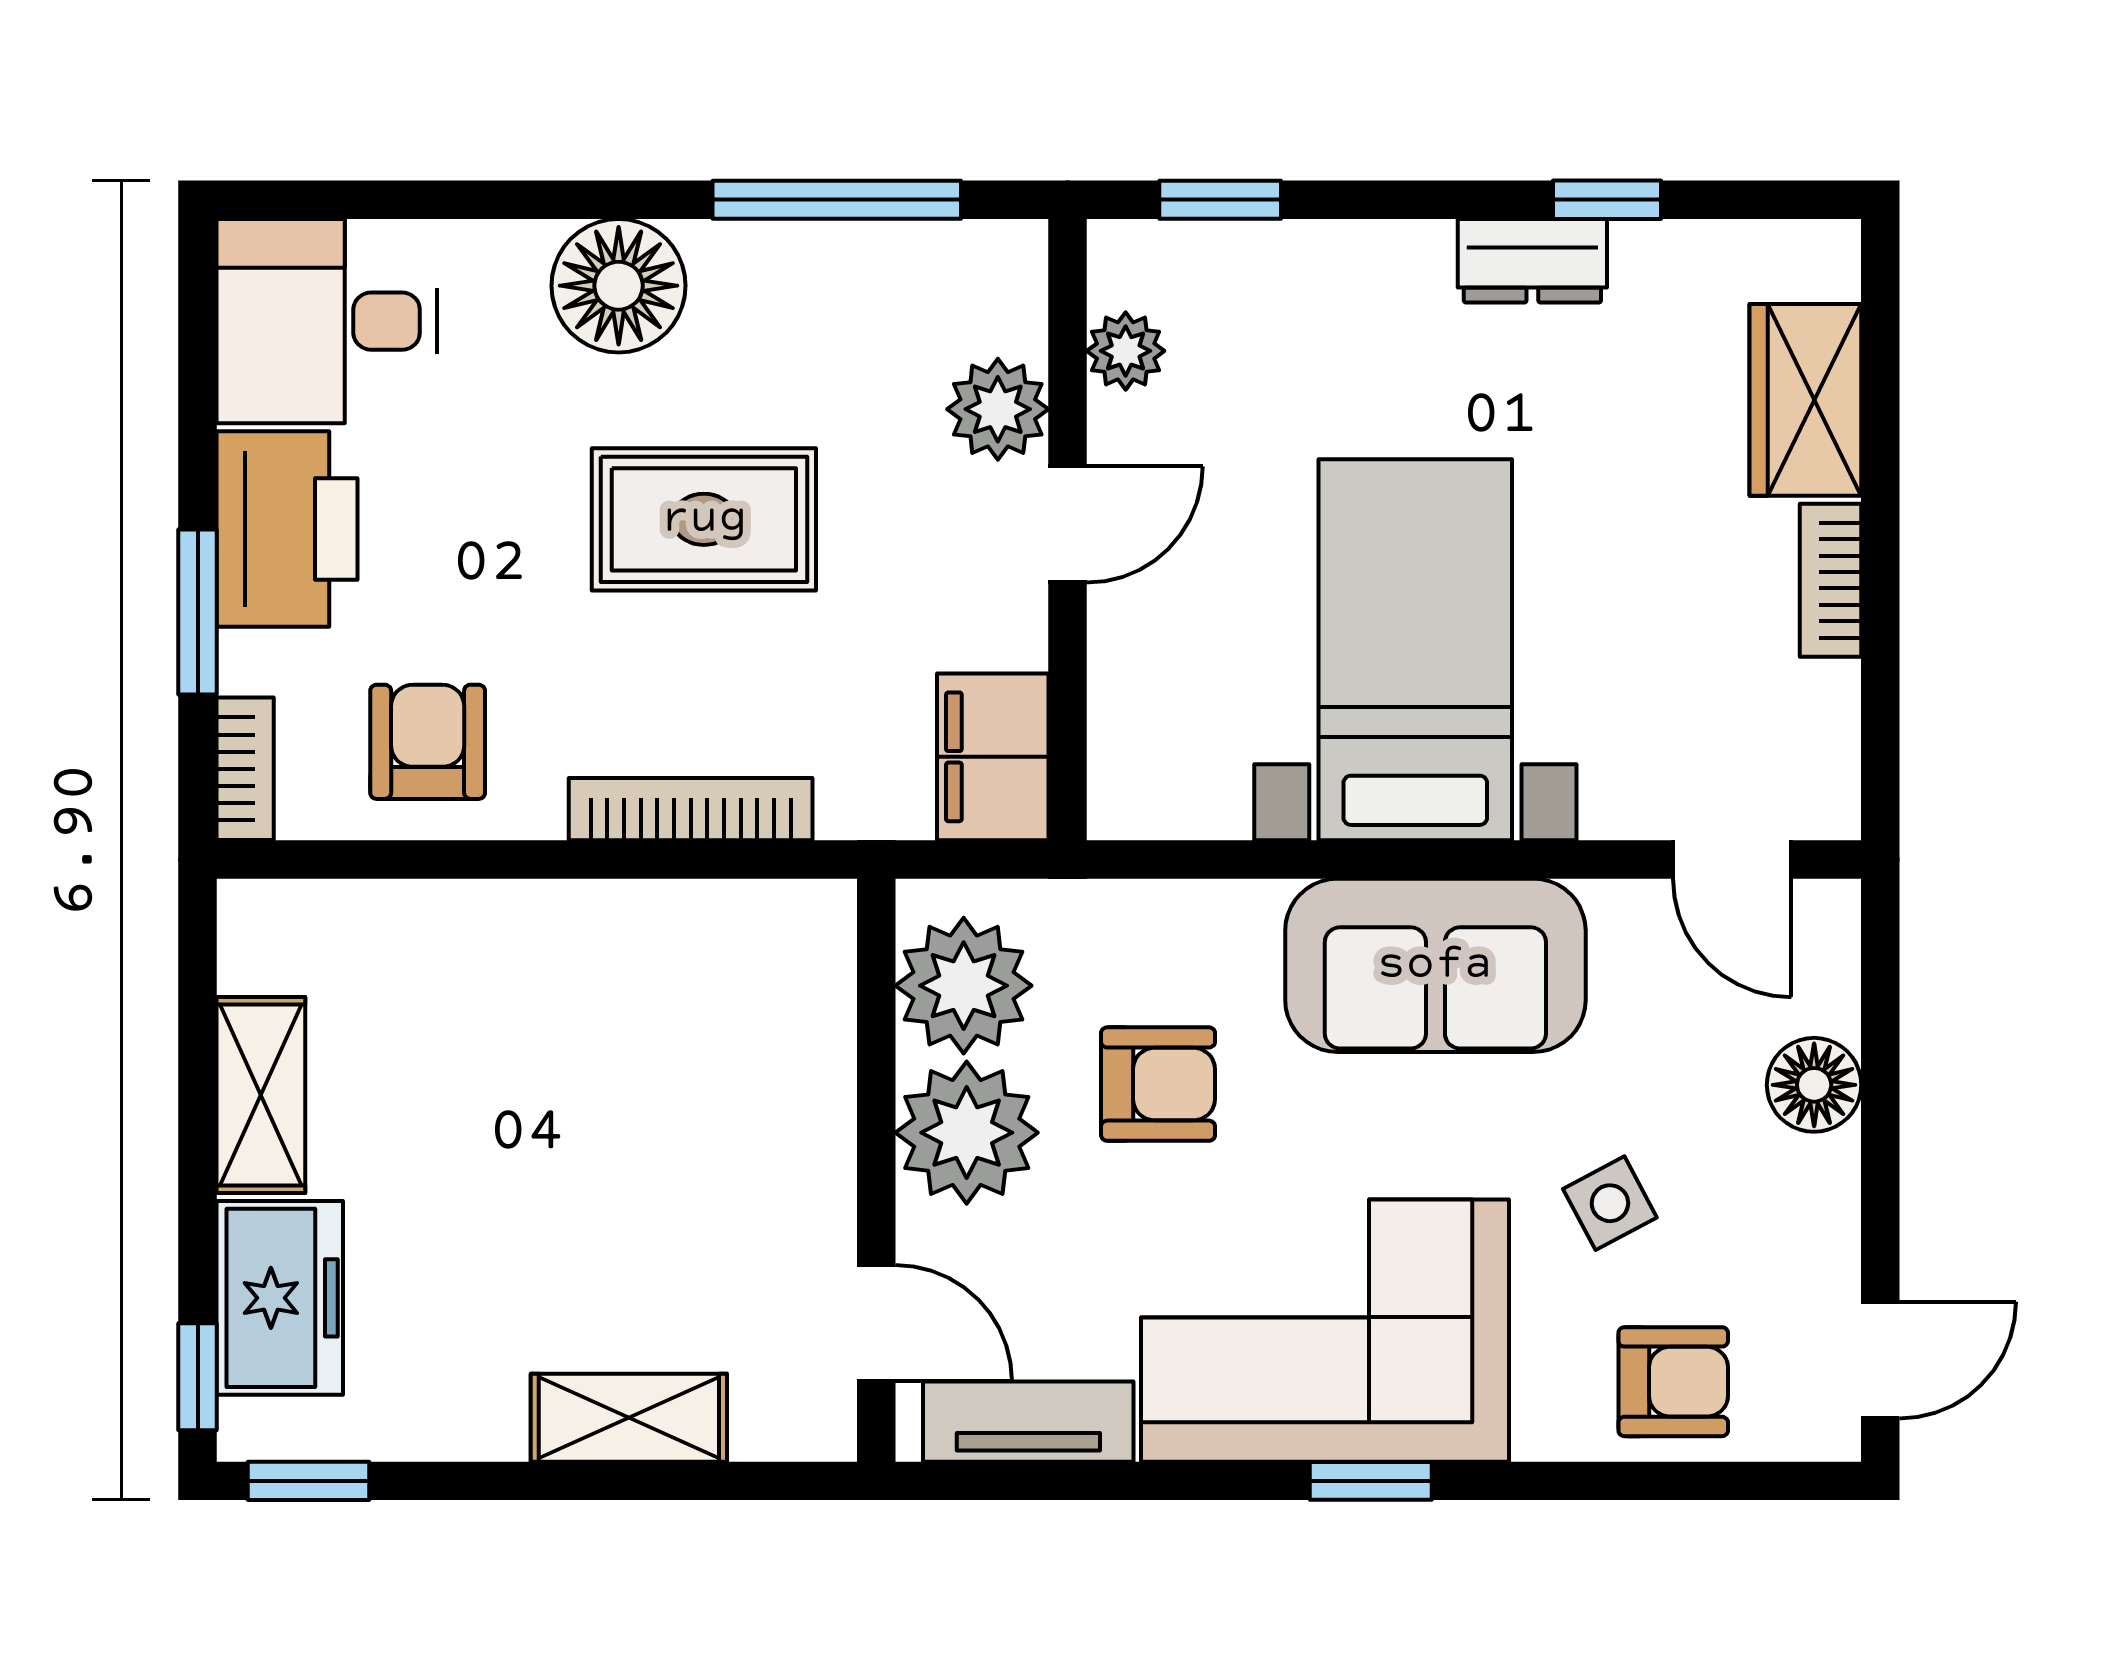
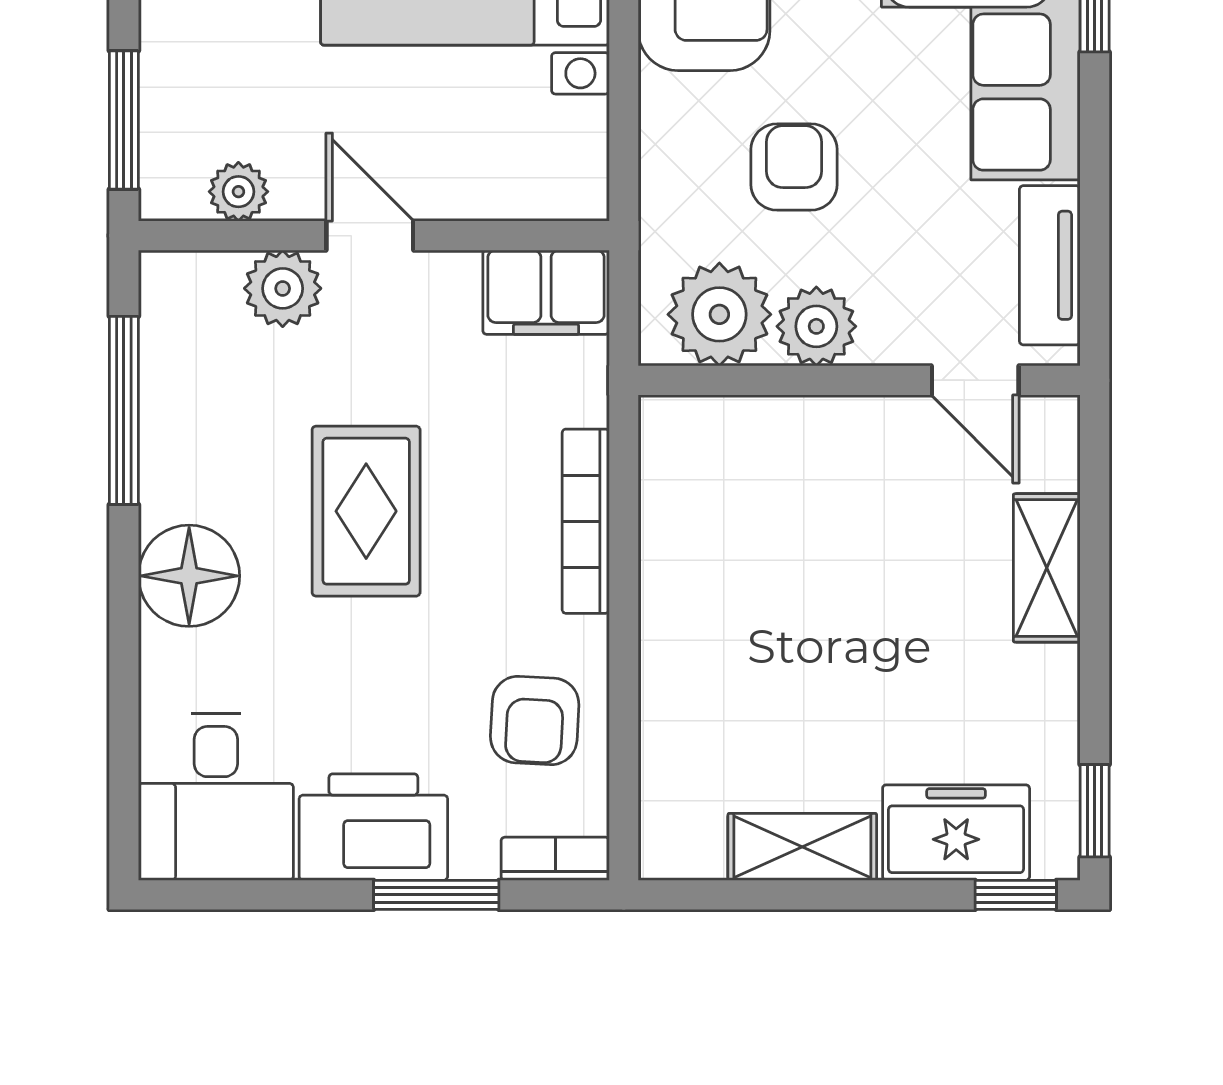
window: (1220, 200) -> (124, 120), width x1.50
armchair: (428, 742) -> (535, 720), turned -87
plant: (967, 1133) -> (816, 326), width x0.73, depth x0.73
door: (876, 1323) -> (975, 380), swing flipped

